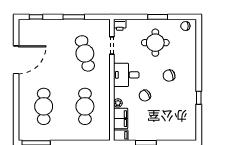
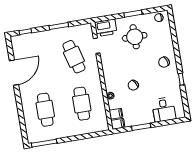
printer: (120, 25) -> (106, 28), width x1.87, depth x1.48
desk: (126, 75) -> (164, 110), moved, turned -90
chair: (169, 76) -> (164, 62), moved
filing cabinet: (121, 119) -> (116, 114), width x0.50

